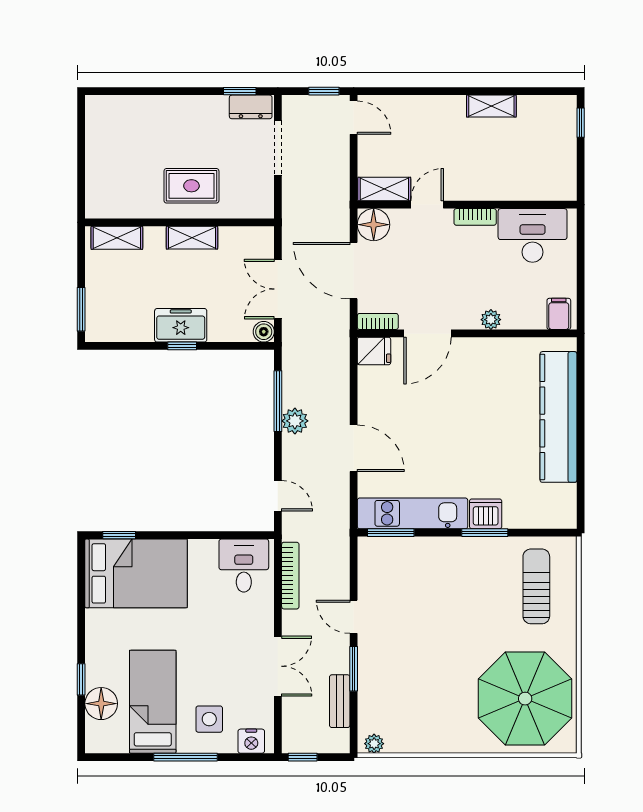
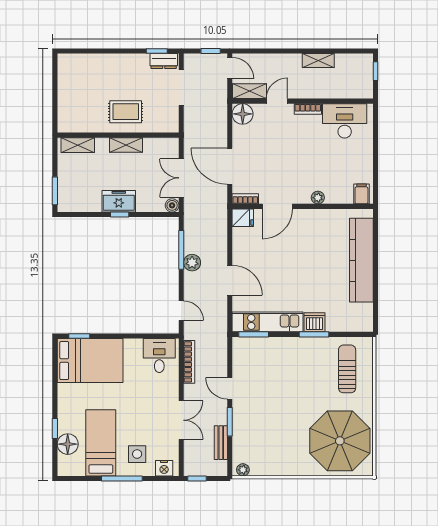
shelving: (384, 189) -> (249, 91), moved
door: (427, 205) -> (277, 101), moved
wall: (467, 205) -> (303, 101), moved
bookcase: (475, 217) -> (308, 109), moved
floor lamp: (374, 225) -> (243, 114), moved
desk: (533, 235) -> (345, 121), moved

